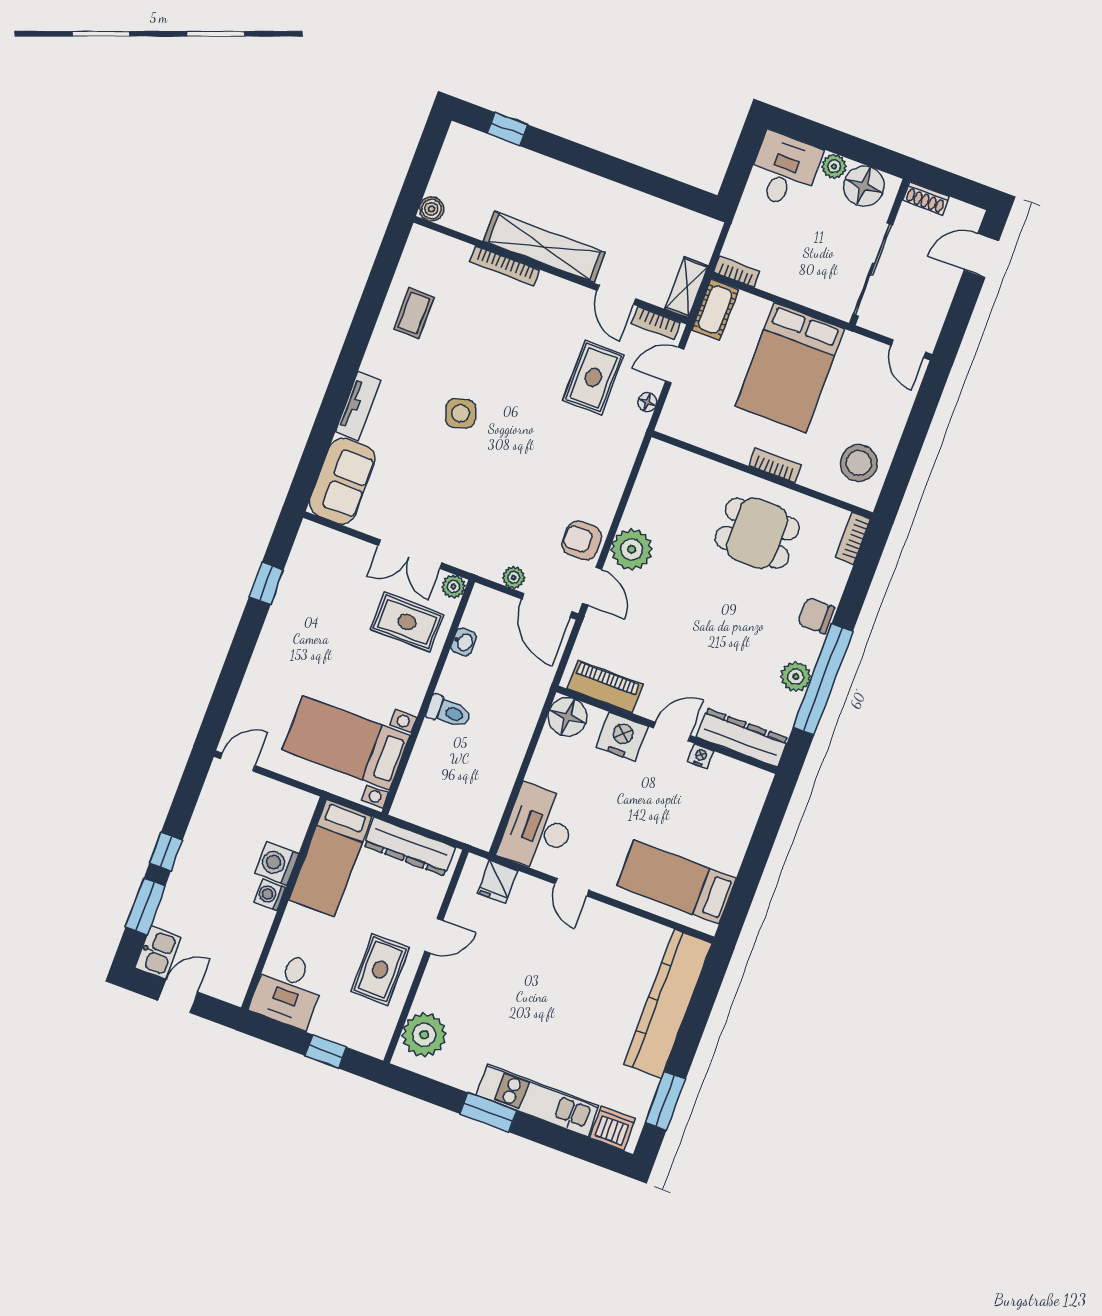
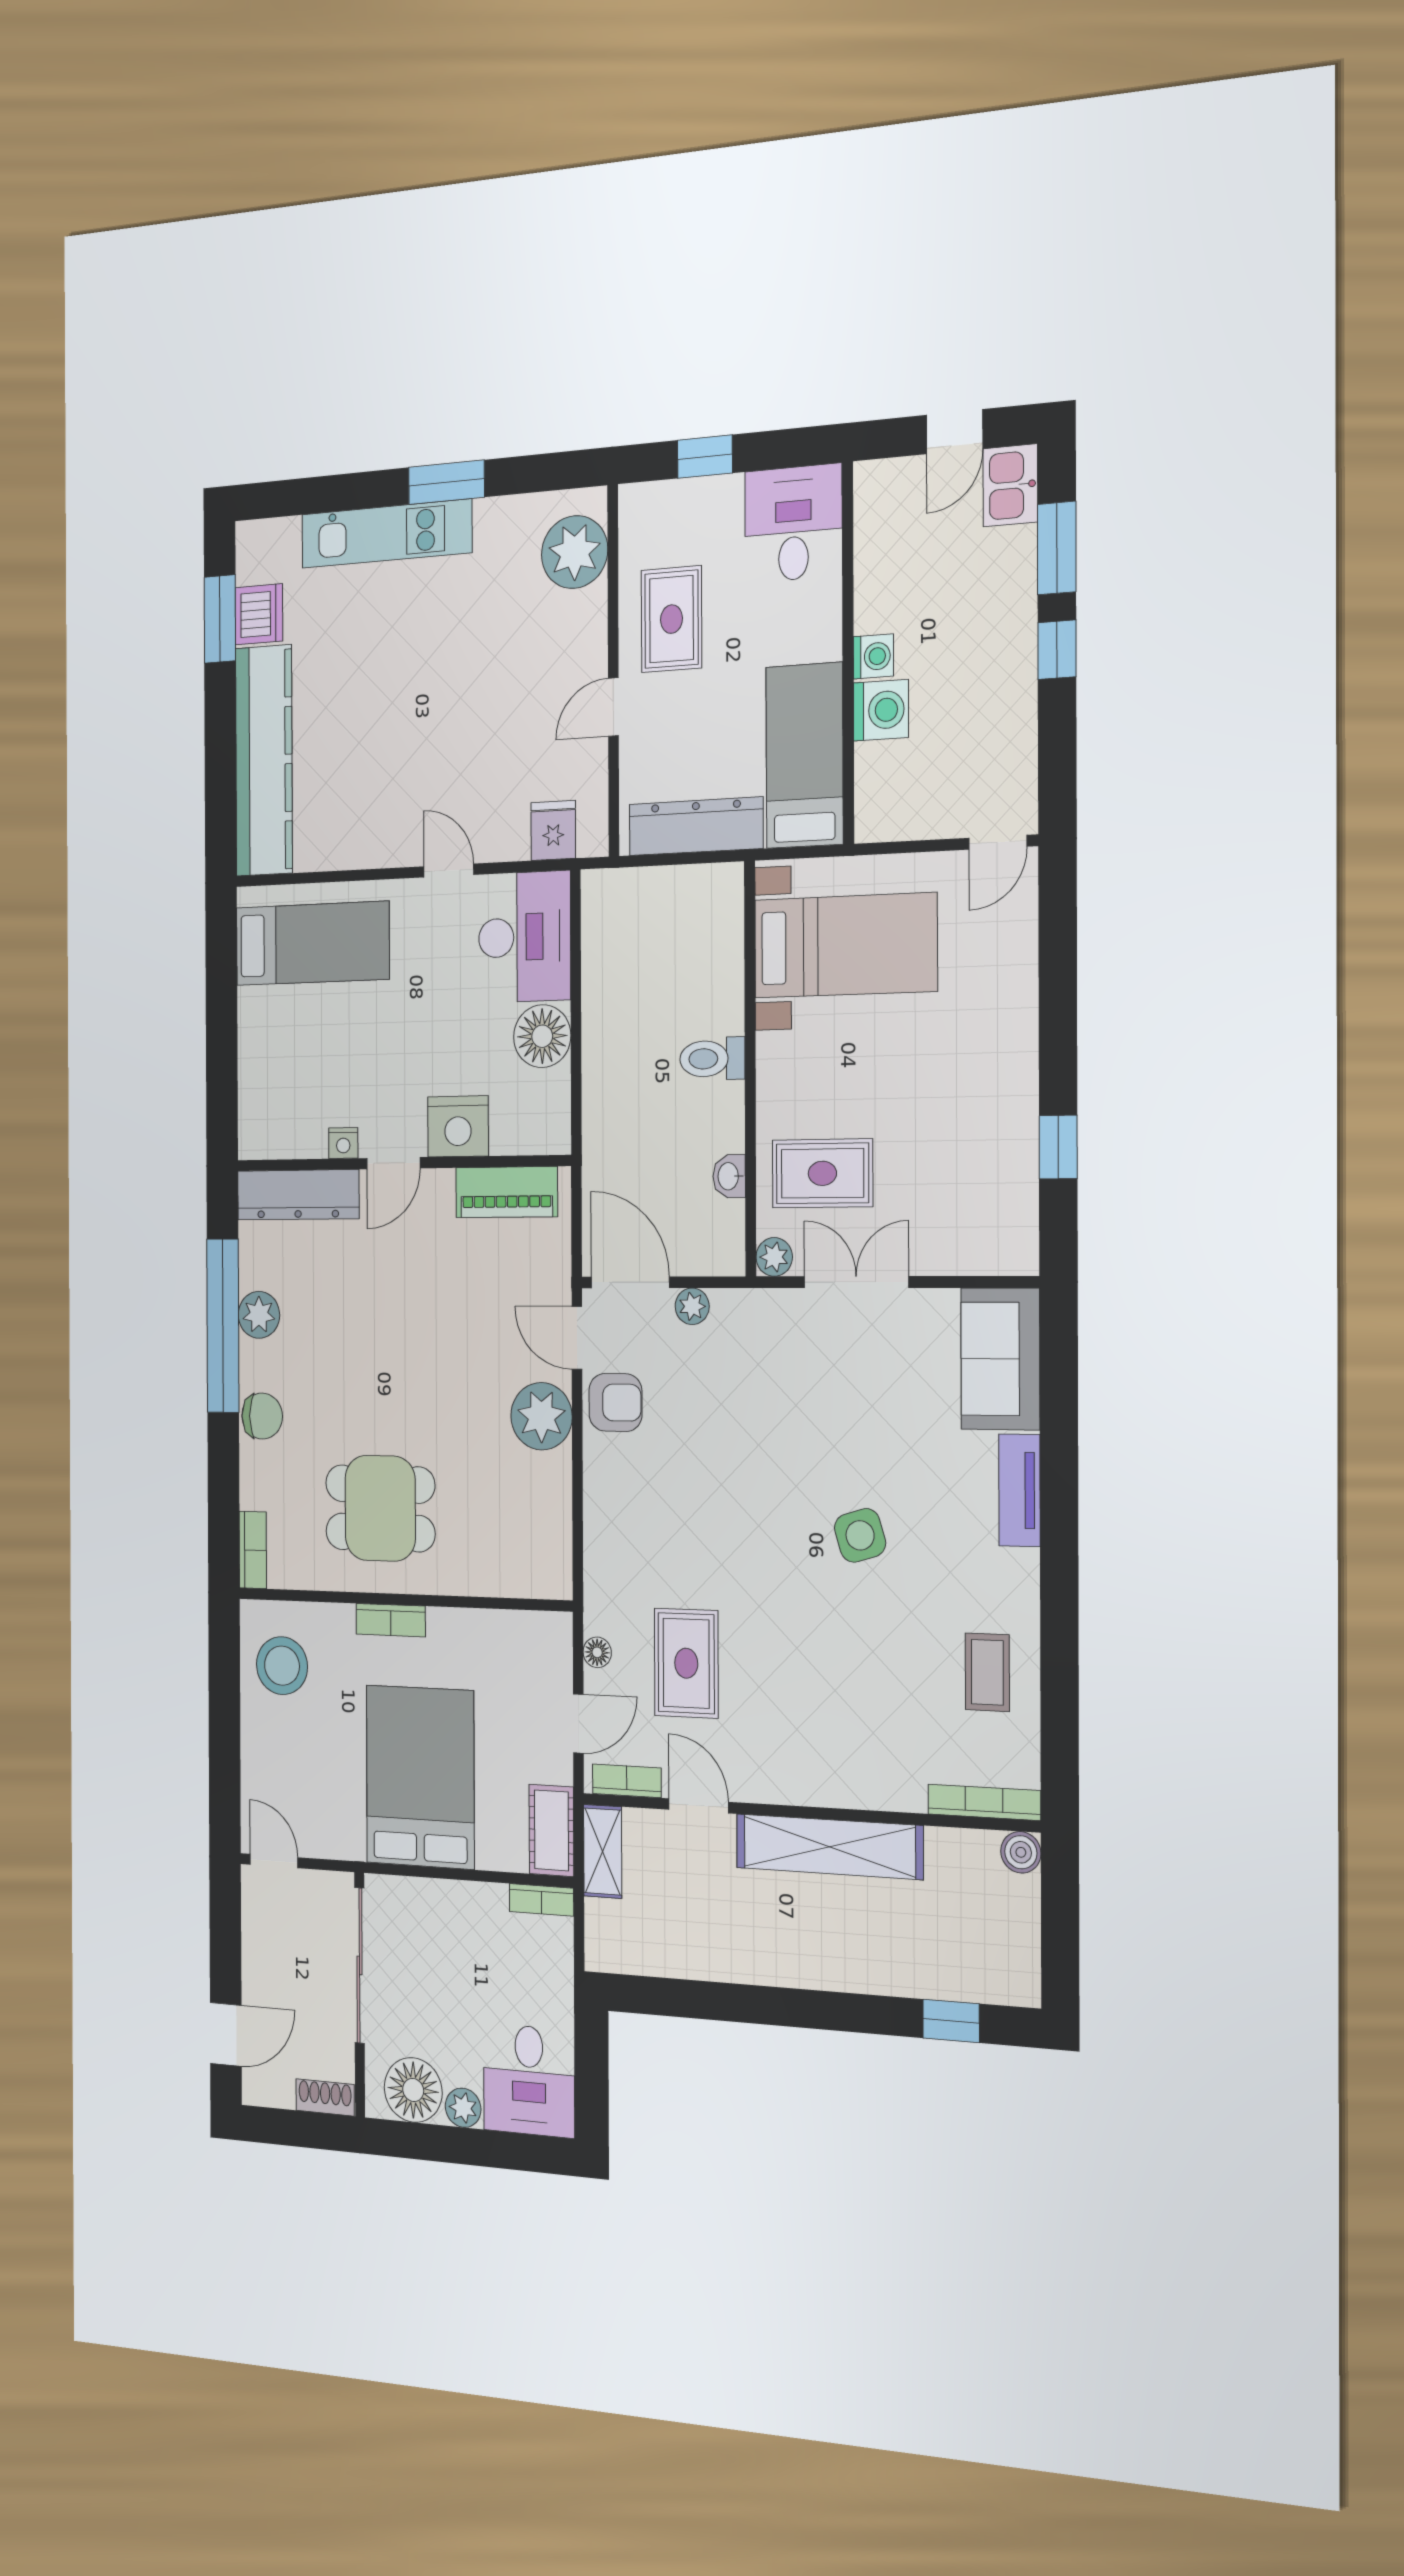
bookcase: (505, 266) -> (984, 1802), moved
floor lamp: (567, 717) -> (542, 1036), moved
dishwasher: (613, 1128) -> (259, 614), moved, turned -90

